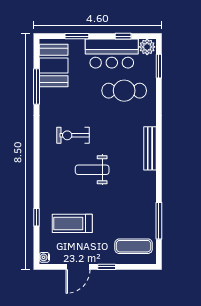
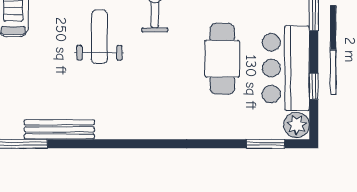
cafe table: (124, 91) -> (222, 59), moved
bench: (150, 148) -> (59, 129), moved

